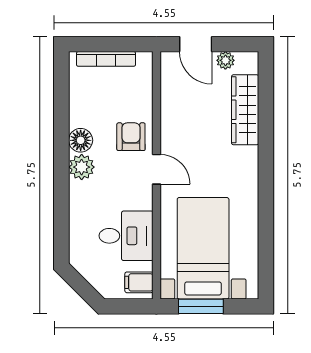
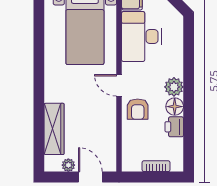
bookcase: (106, 59) -> (156, 166), width x0.64
printer: (81, 113) -> (174, 127), added
desk: (126, 236) -> (141, 37), width x1.37

